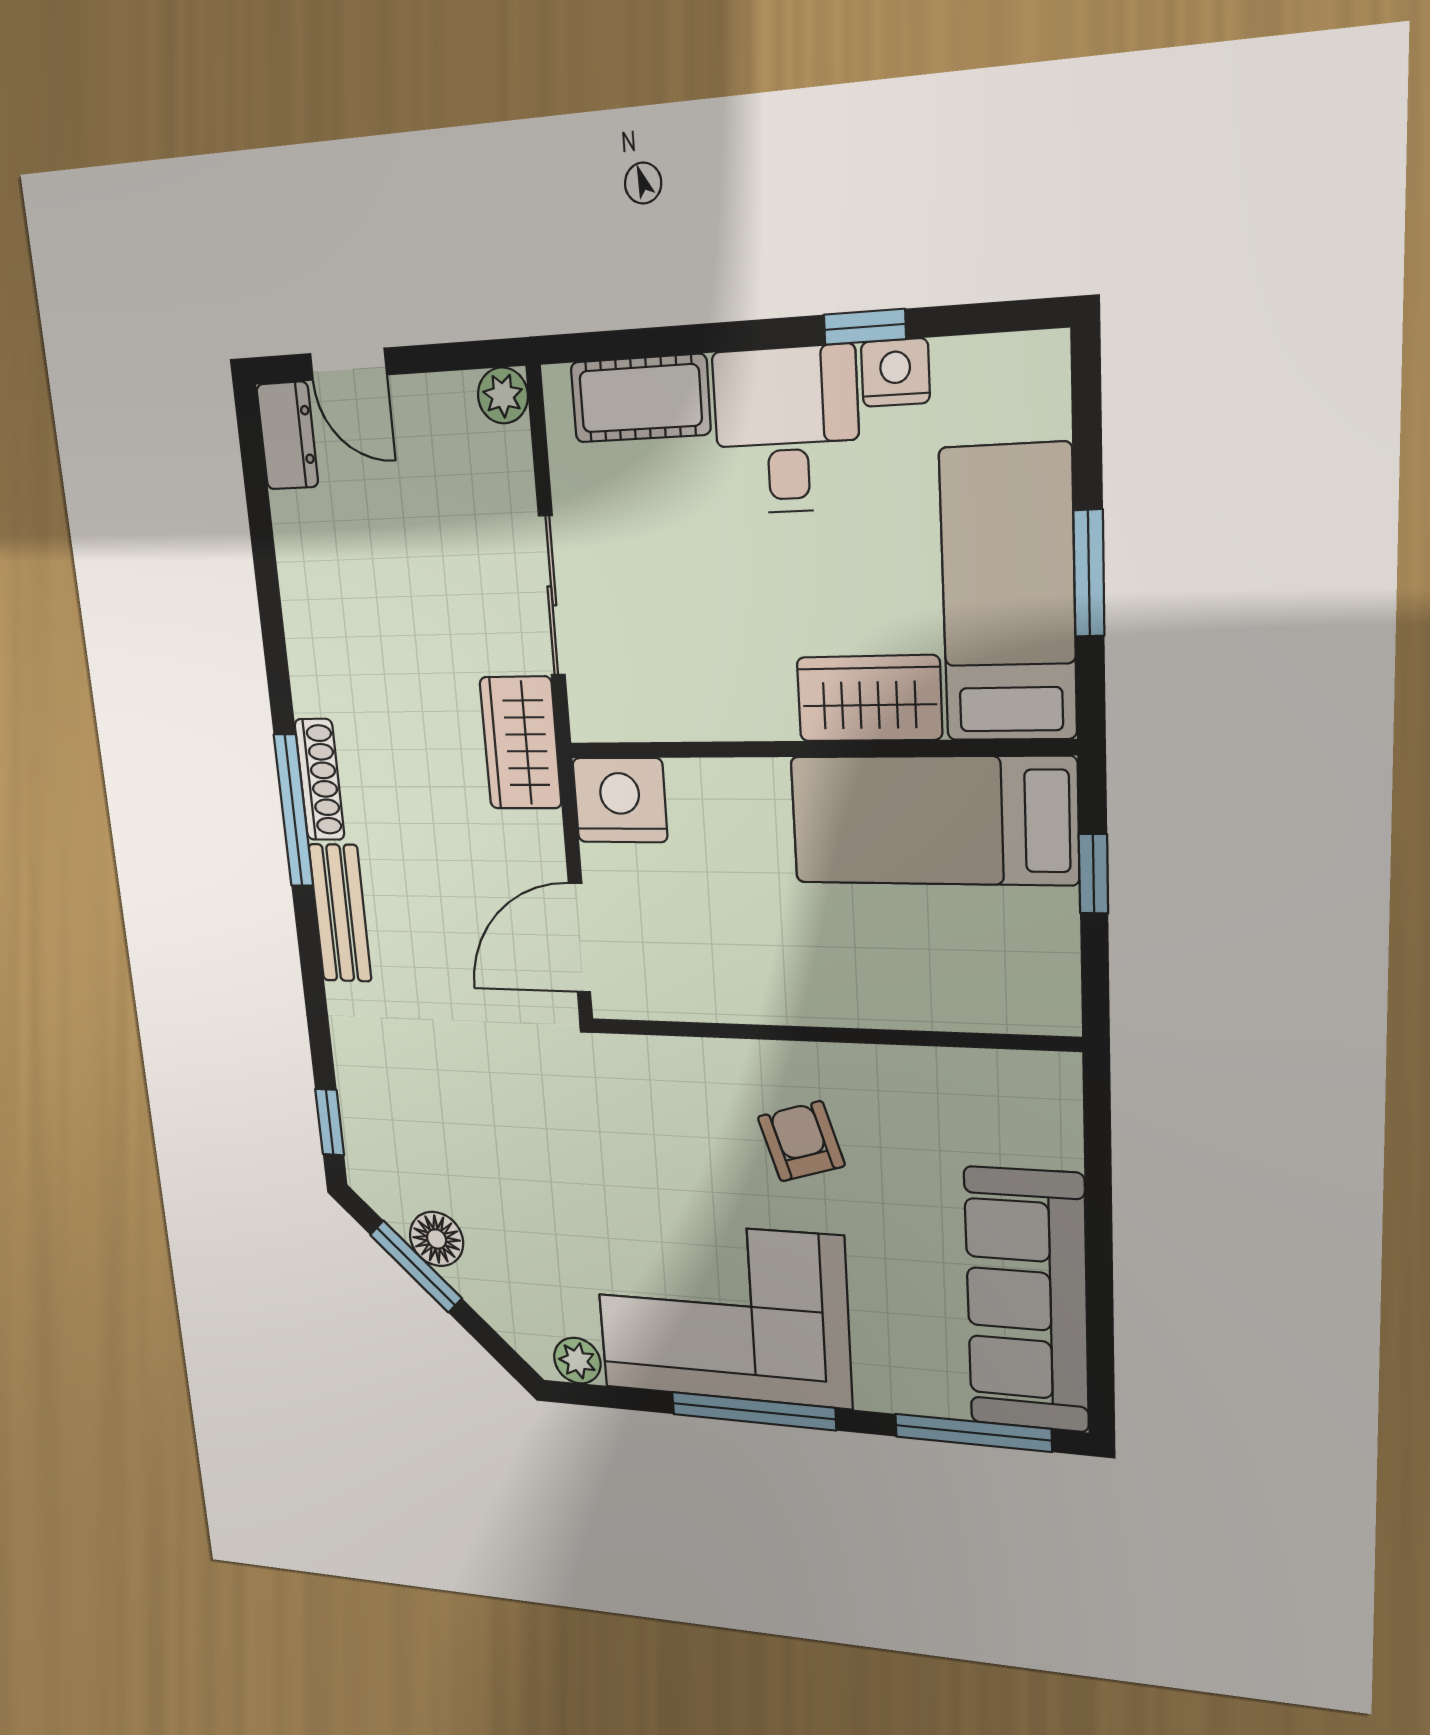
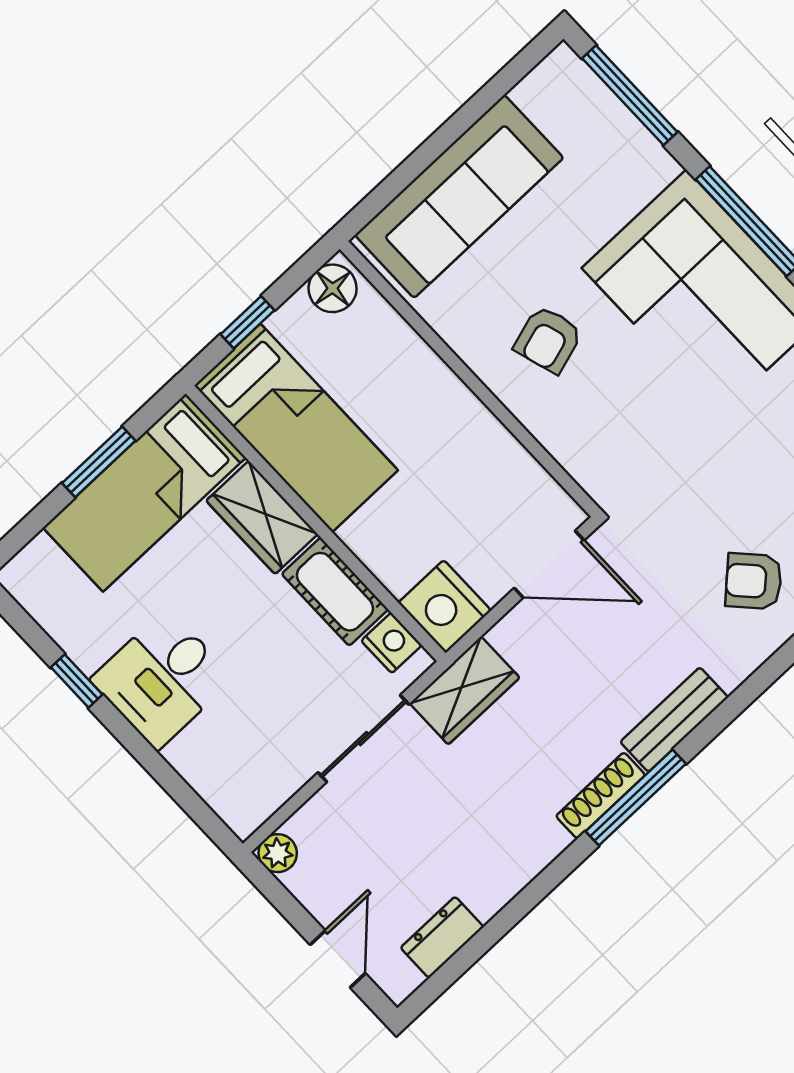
nightstand: (895, 373) -> (392, 643), moved, turned 180
cot: (640, 398) -> (335, 592), moved
dresser: (287, 436) -> (442, 937), moved
floor lamp: (1047, 992) -> (333, 288), added
armchair: (414, 1101) -> (754, 581), added
sofa: (1027, 1300) -> (459, 196), moved

